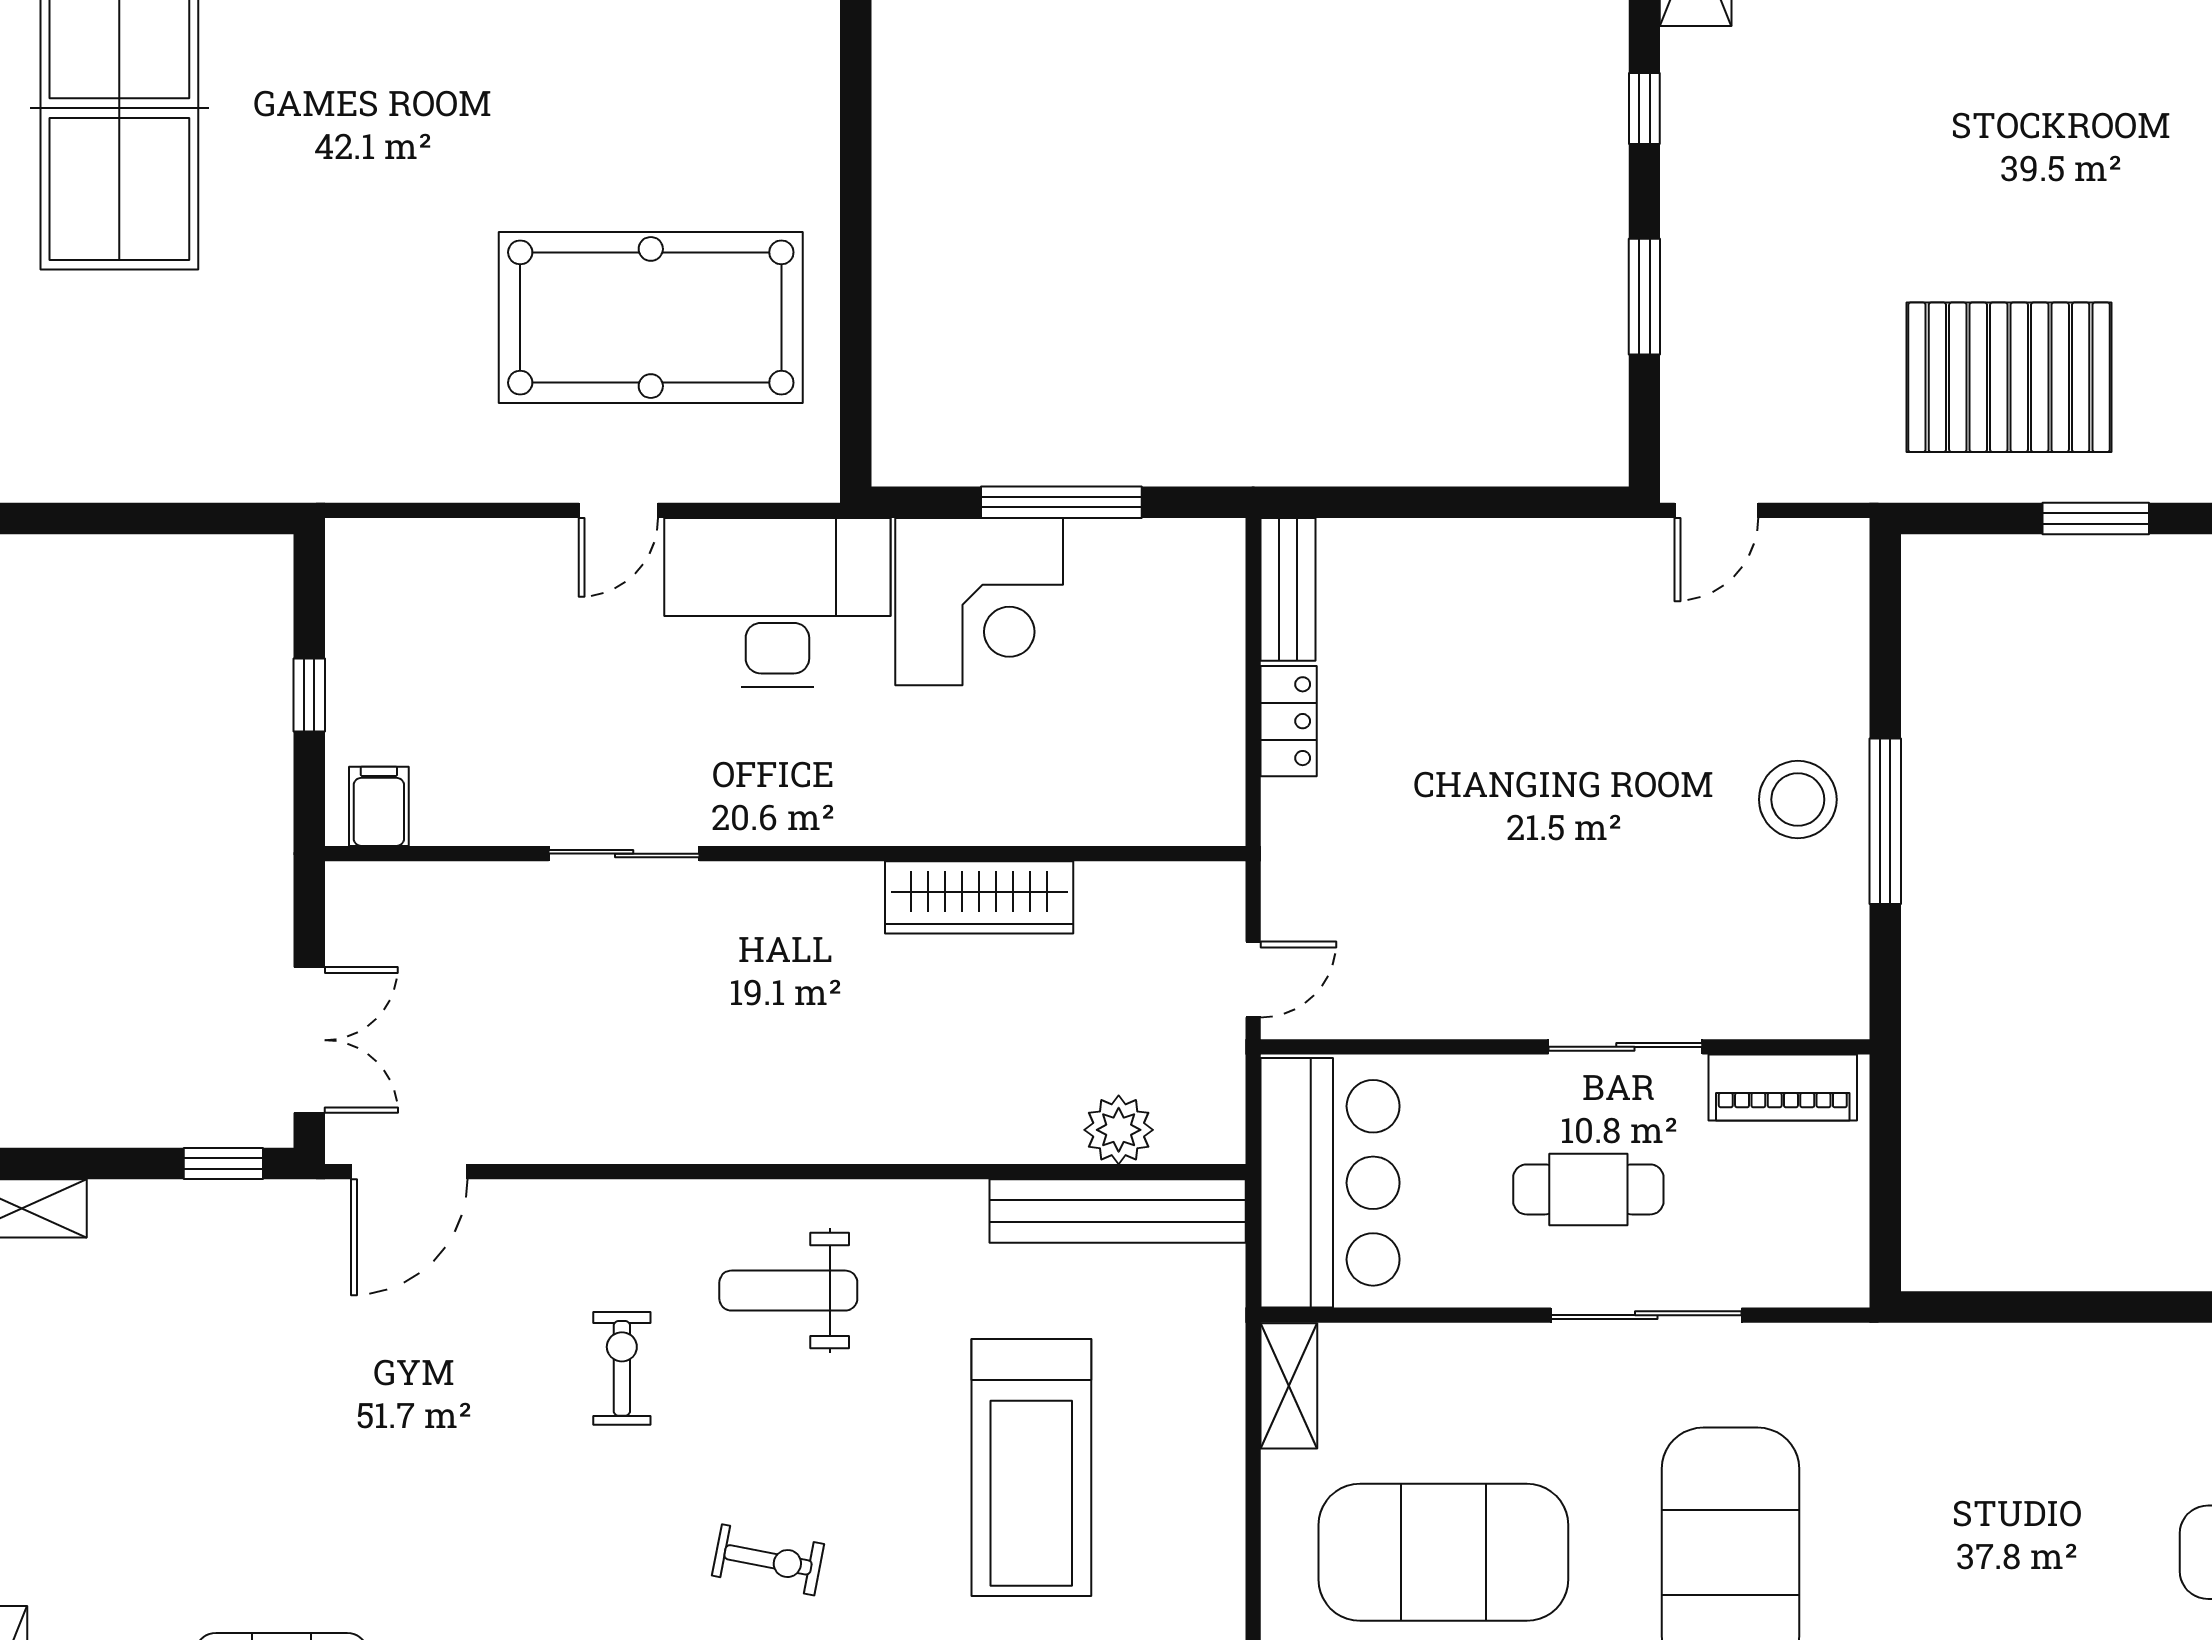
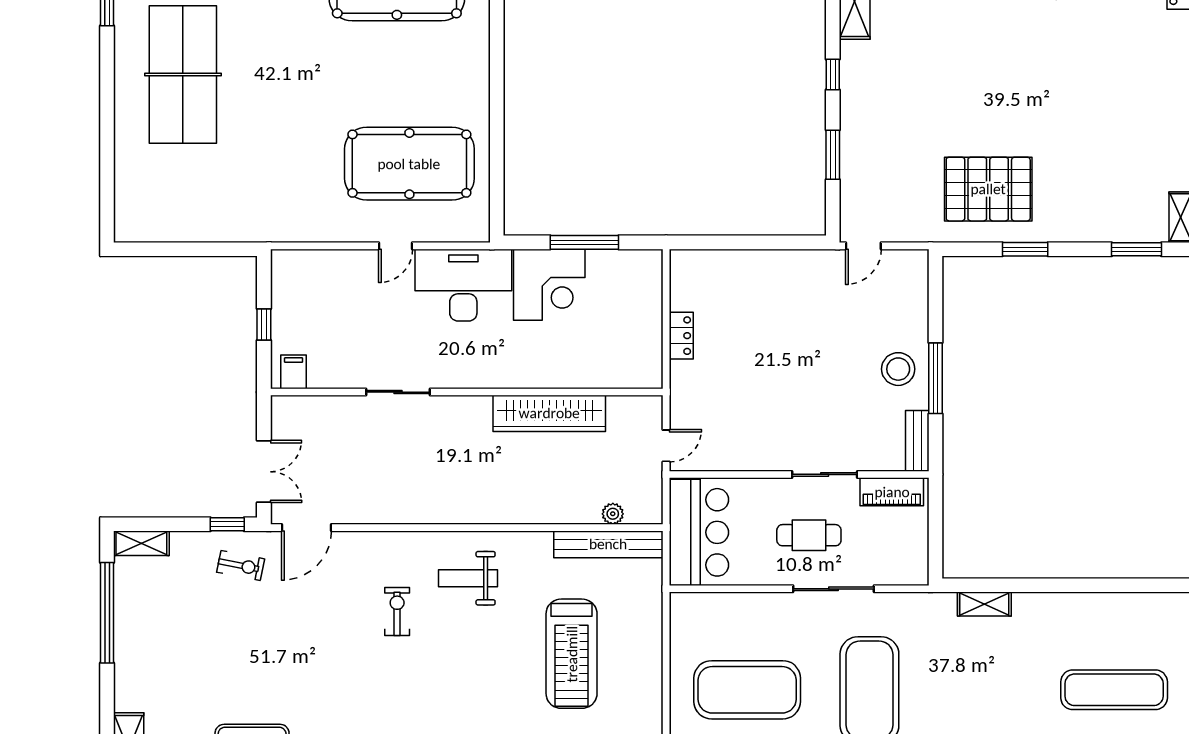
bench: (1288, 589) -> (917, 441), moved
wardrobe: (979, 897) -> (549, 413), width x1.40, depth x1.17
plant: (1119, 1130) -> (613, 514), width x0.73, depth x0.73
shelving: (1289, 1386) -> (984, 604), moved, turned 90
exercise bike: (768, 1560) -> (241, 566), moved

